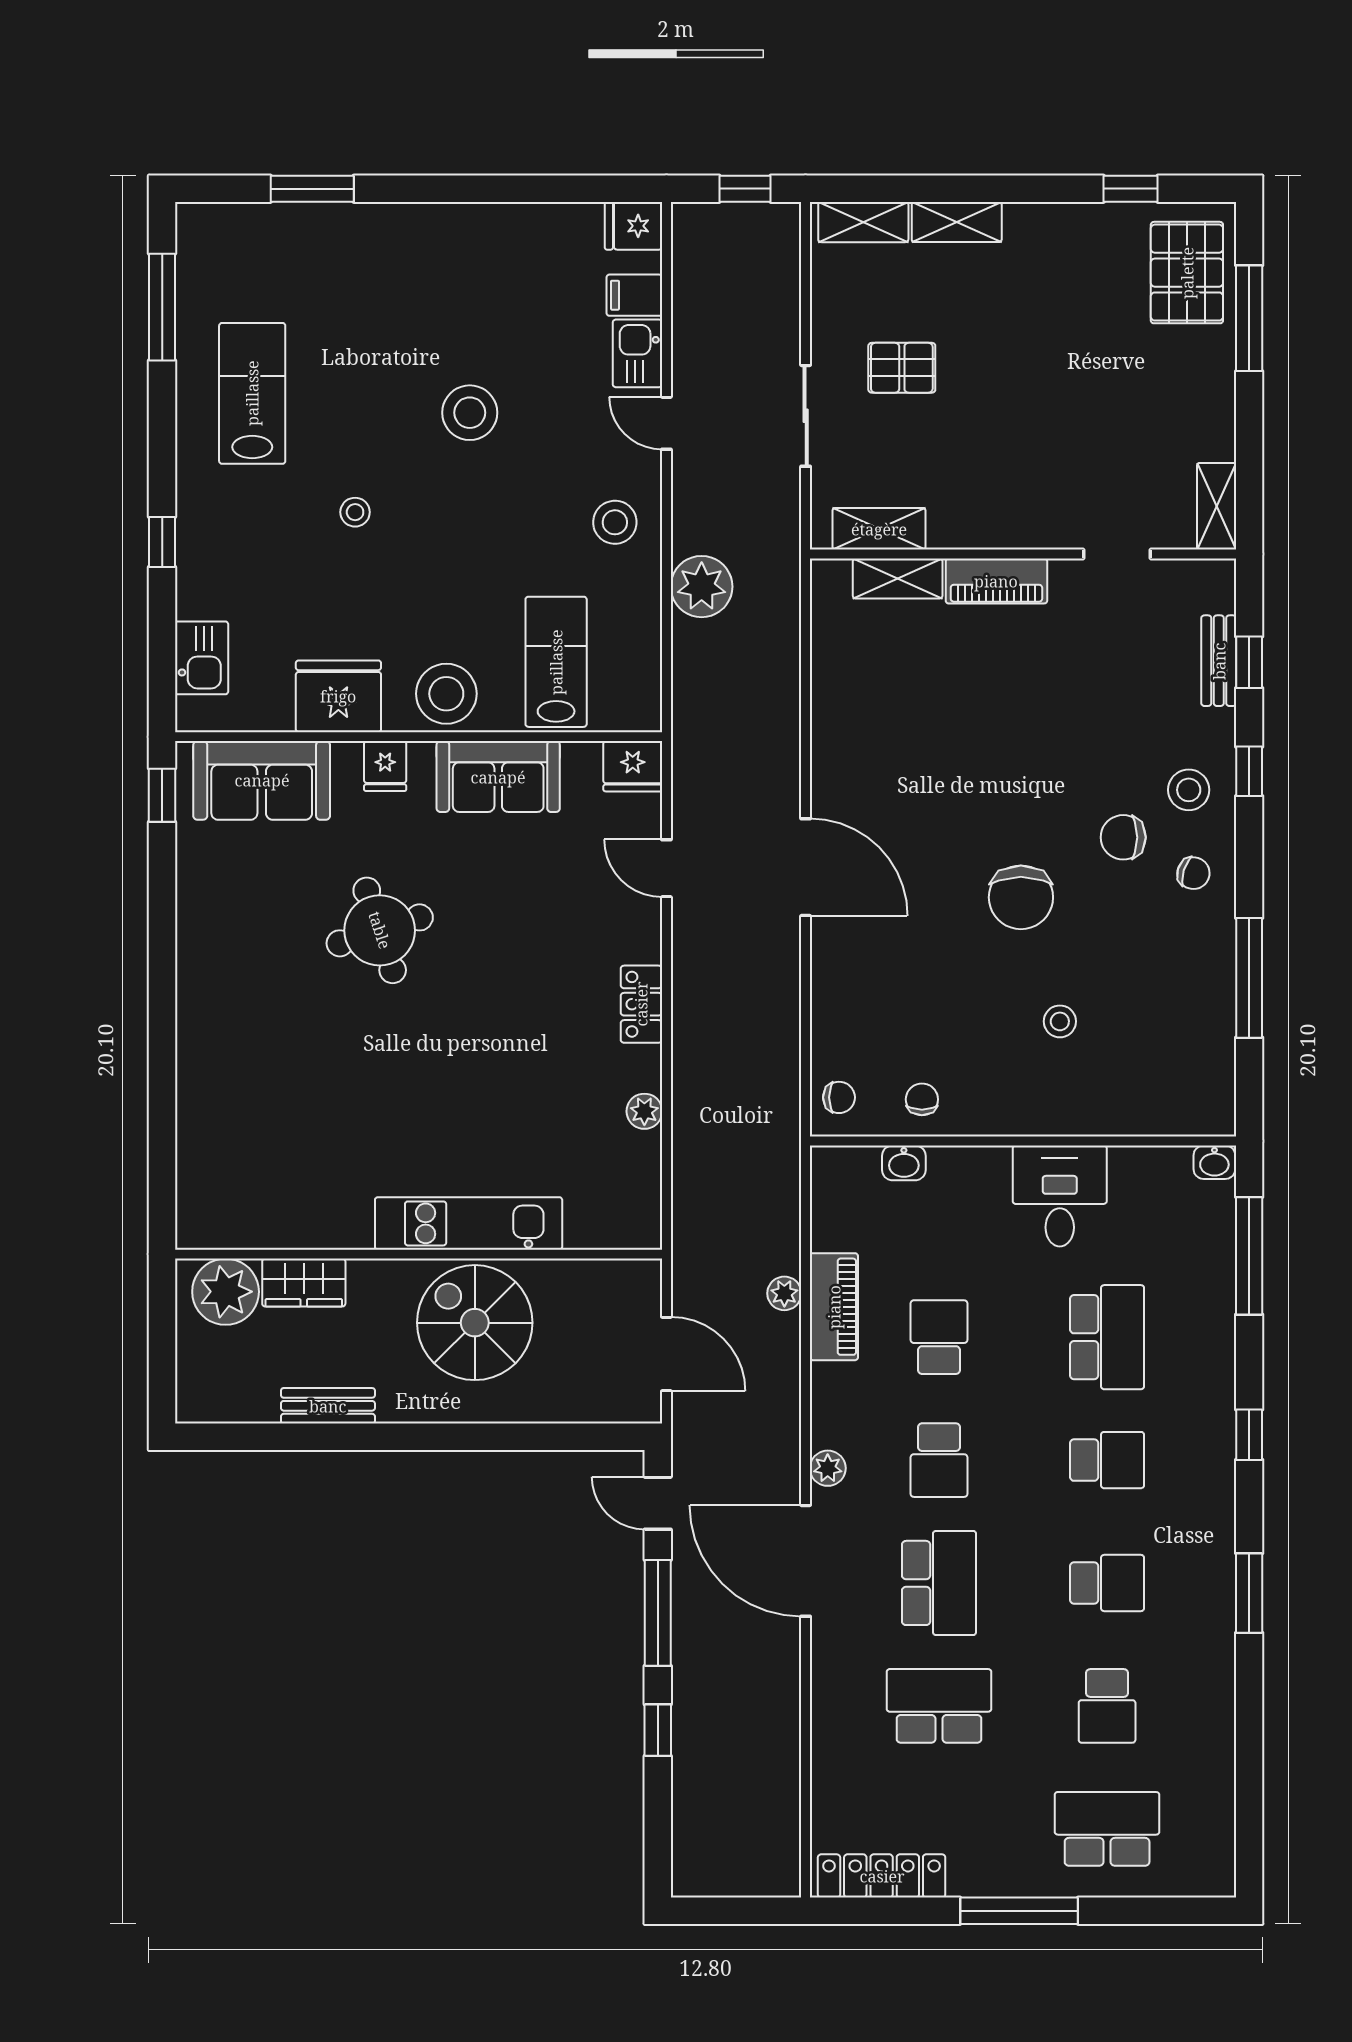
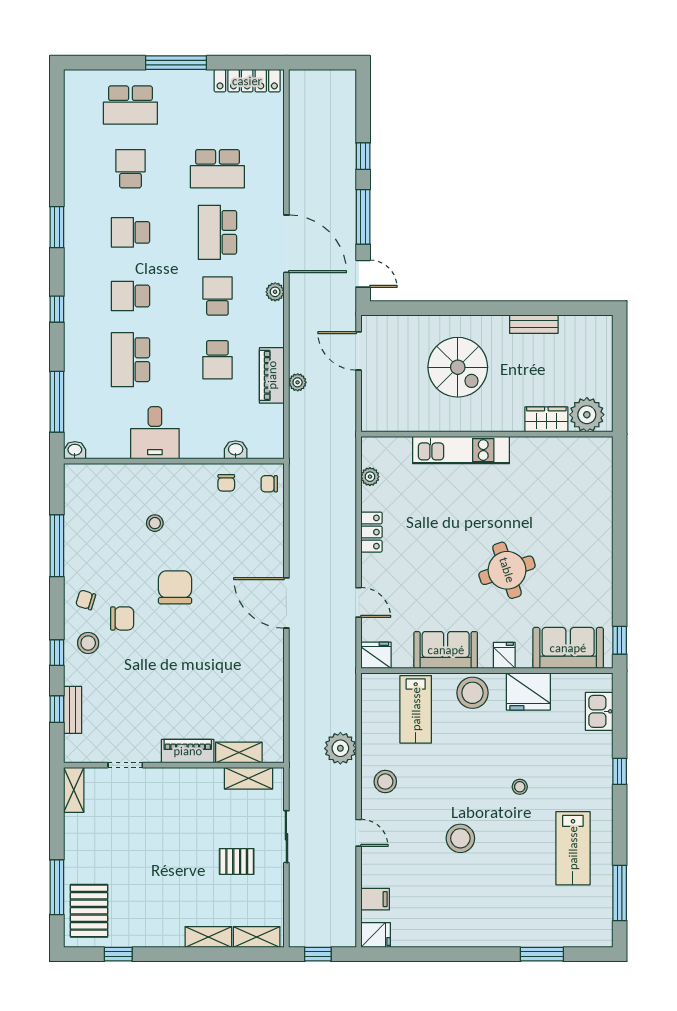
kitchen sink: (637, 353) -> (374, 869), removed
kitchen unit: (469, 1223) -> (461, 450), moved
wall: (419, 1254) -> (487, 434), moved
wardrobe: (304, 1283) -> (546, 419), moved
plant: (226, 1292) -> (587, 415), moved

